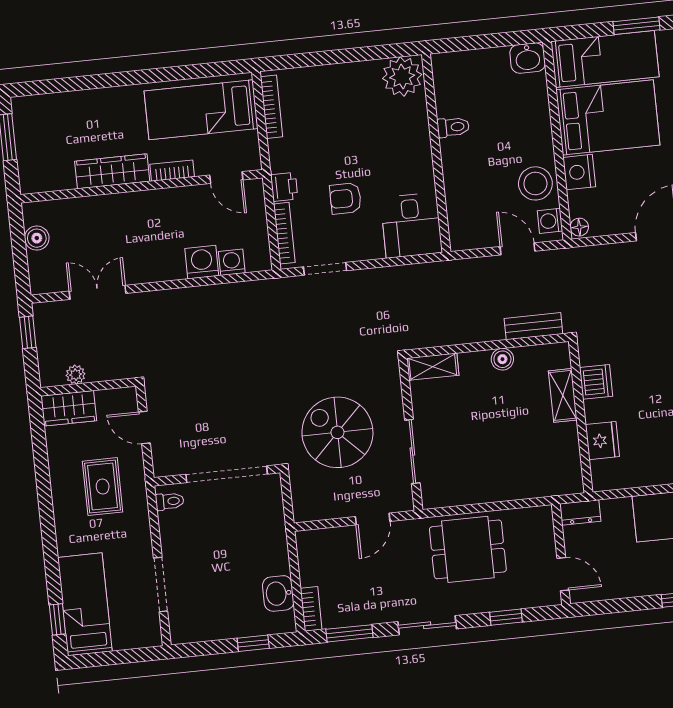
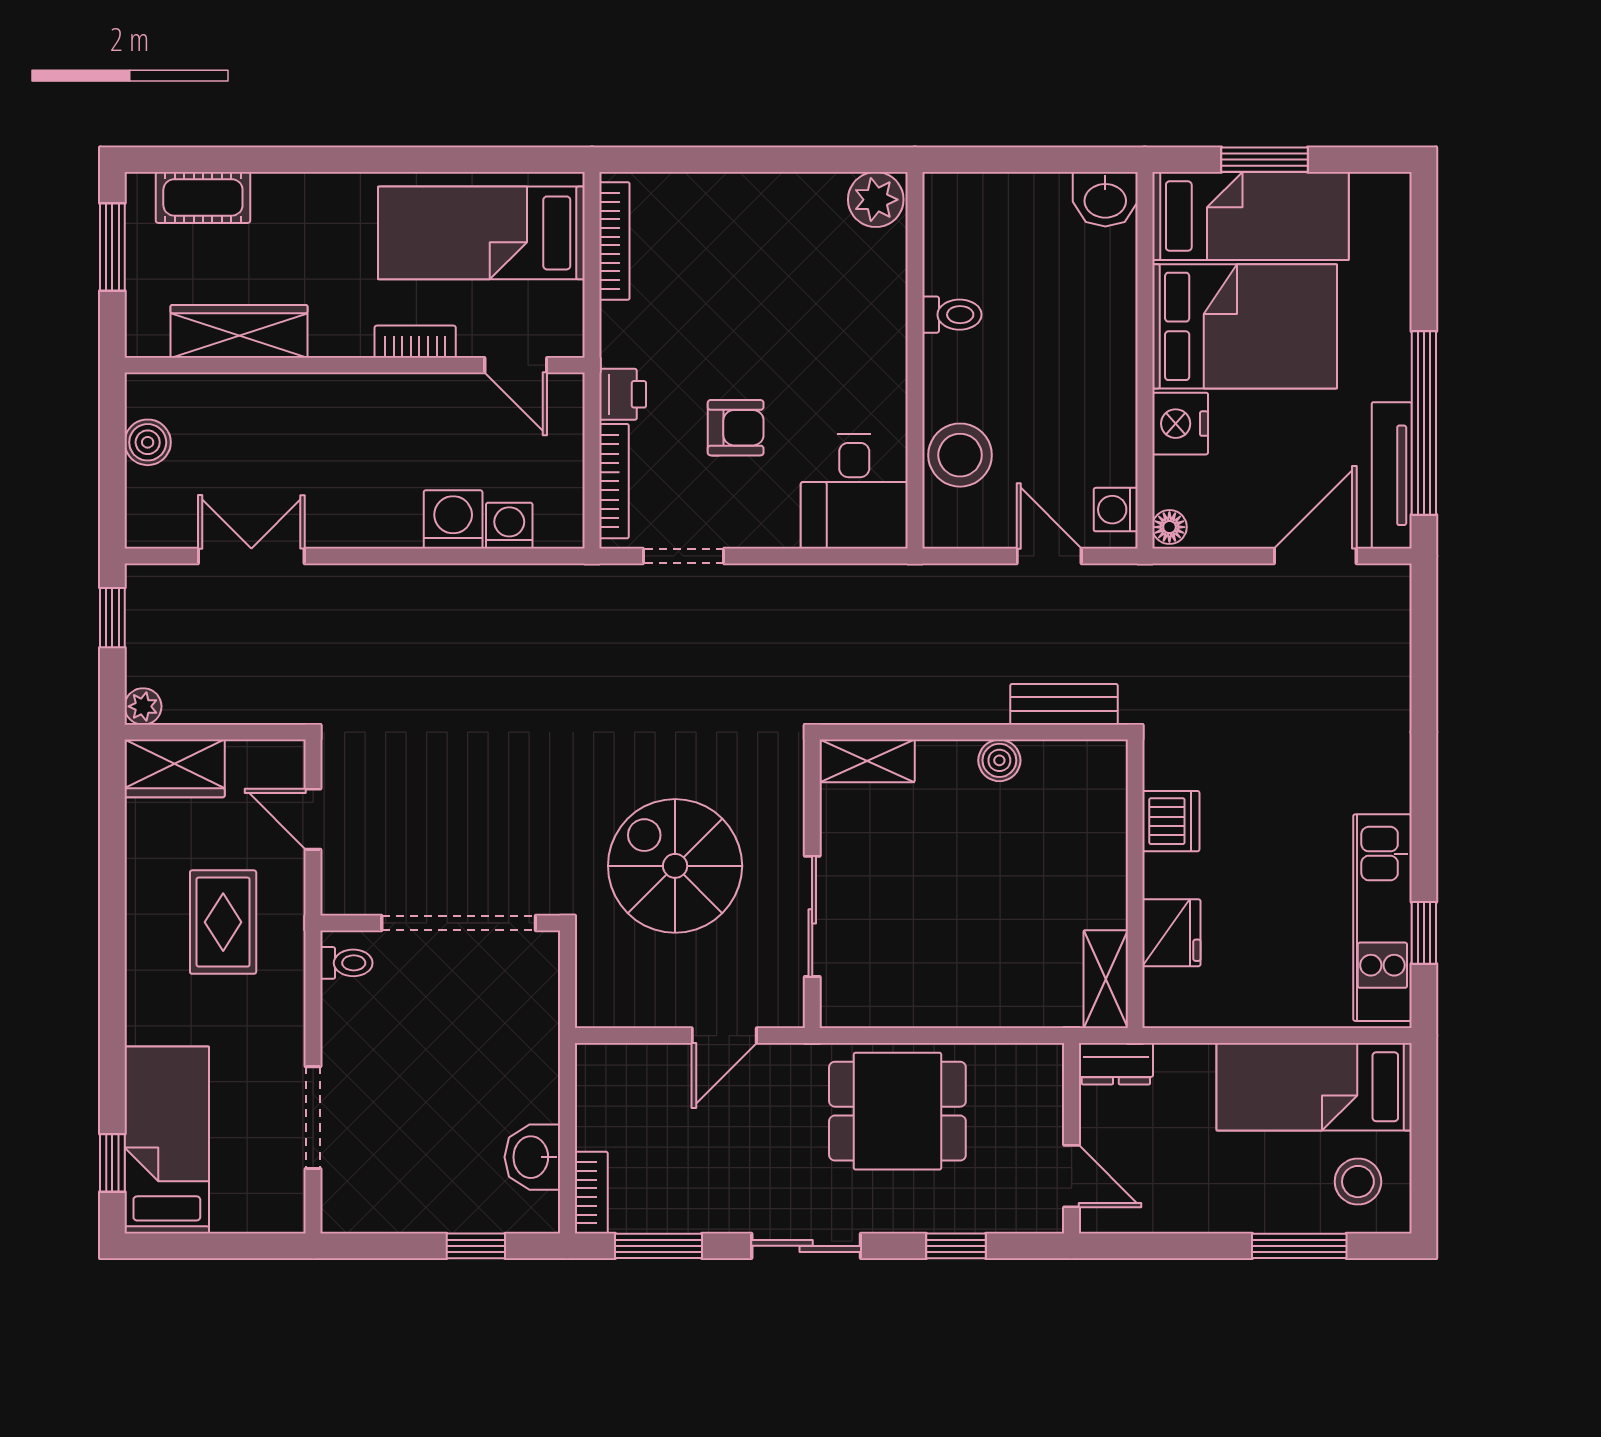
window: (636, 26) -> (1264, 160), moved
plant: (402, 77) -> (876, 200), width x0.73, depth x0.73
cot: (53, 106) -> (203, 197), added
wardrobe: (112, 171) -> (239, 331), moved
stool: (535, 183) -> (960, 455), moved
armchair: (346, 198) -> (736, 428), turned 180
plant: (76, 375) -> (143, 706), moved
shelving: (563, 395) -> (1106, 979), moved

